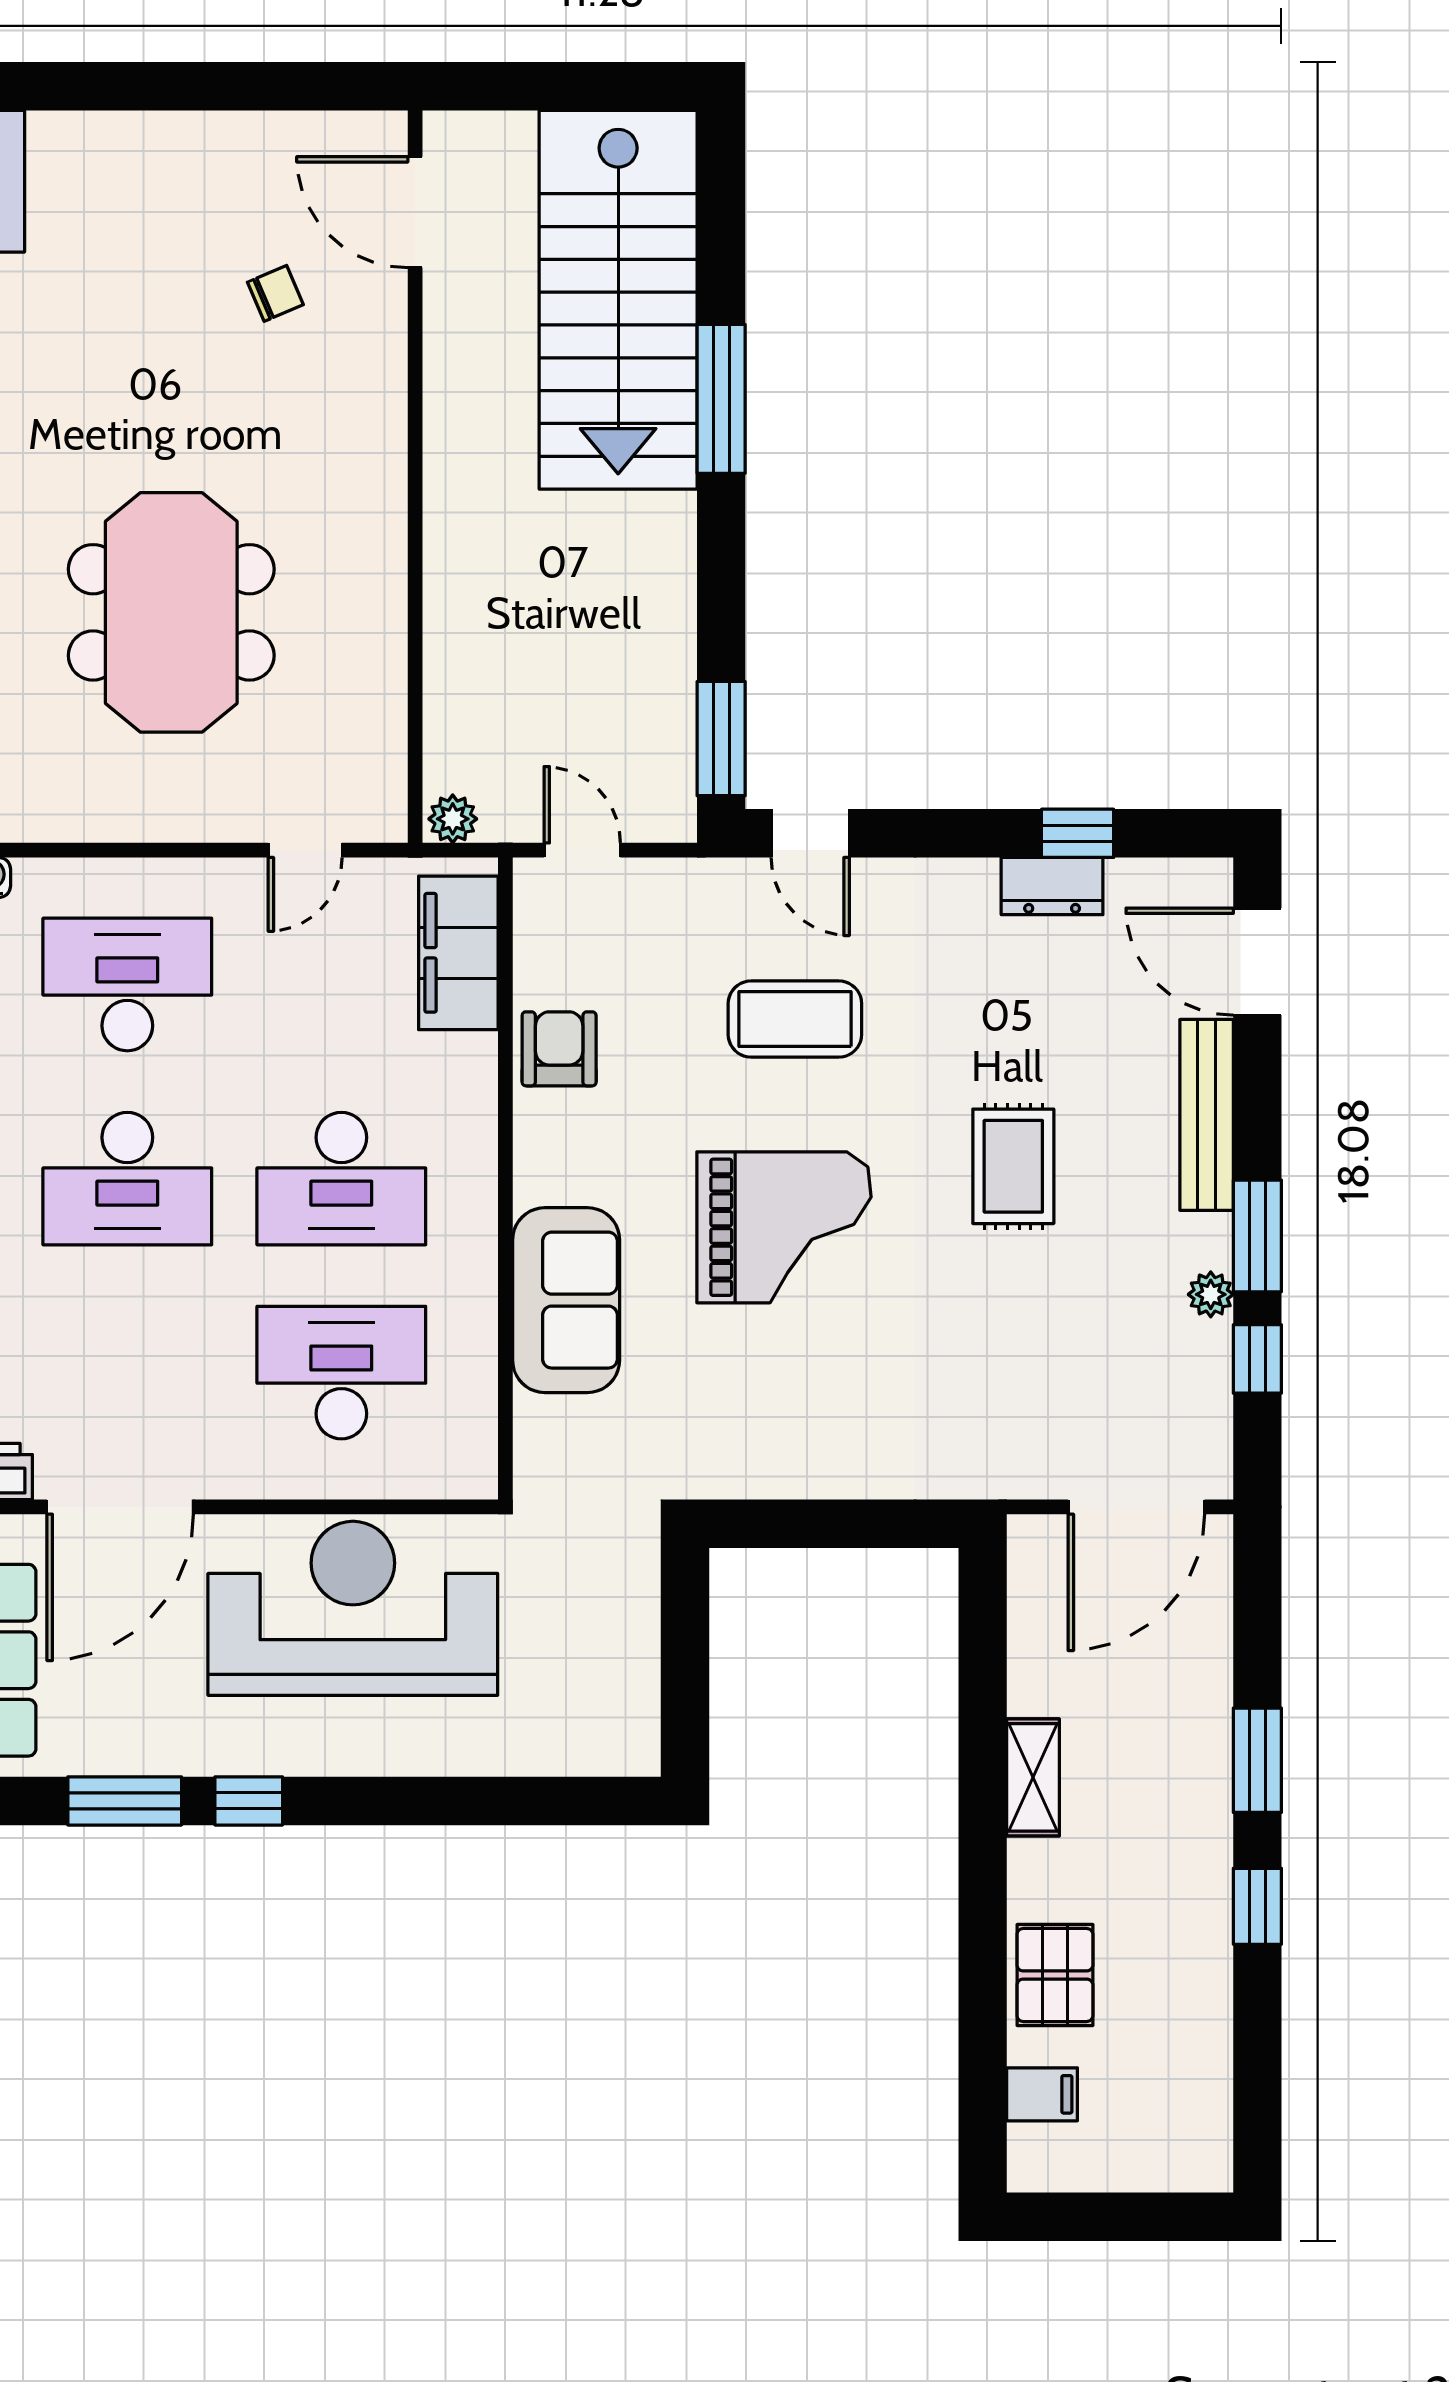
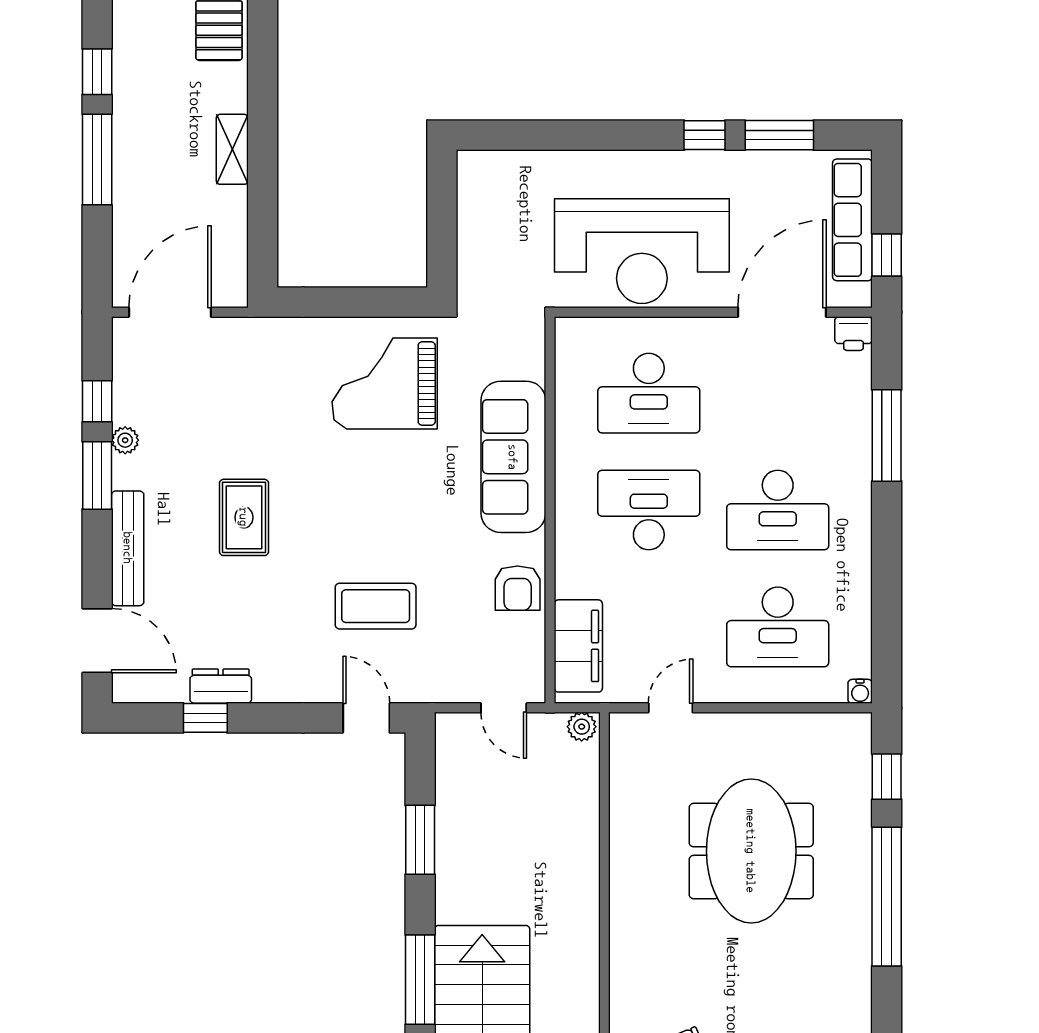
window: (721, 739) -> (420, 840), moved
desk: (127, 1179) -> (778, 510), turned 180
grand piano: (784, 1227) -> (385, 383), moved
sofa: (566, 1300) -> (513, 457), width x1.36
window: (1257, 1760) -> (97, 160), width x1.44

